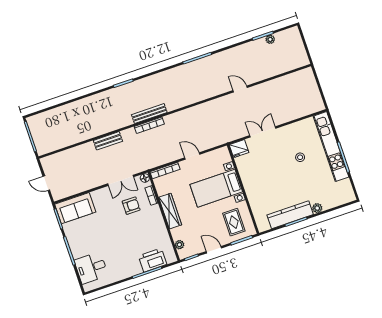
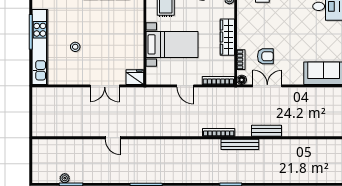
bench: (149, 114) -> (240, 144), moved
armchair: (131, 206) -> (265, 56), turned 180

